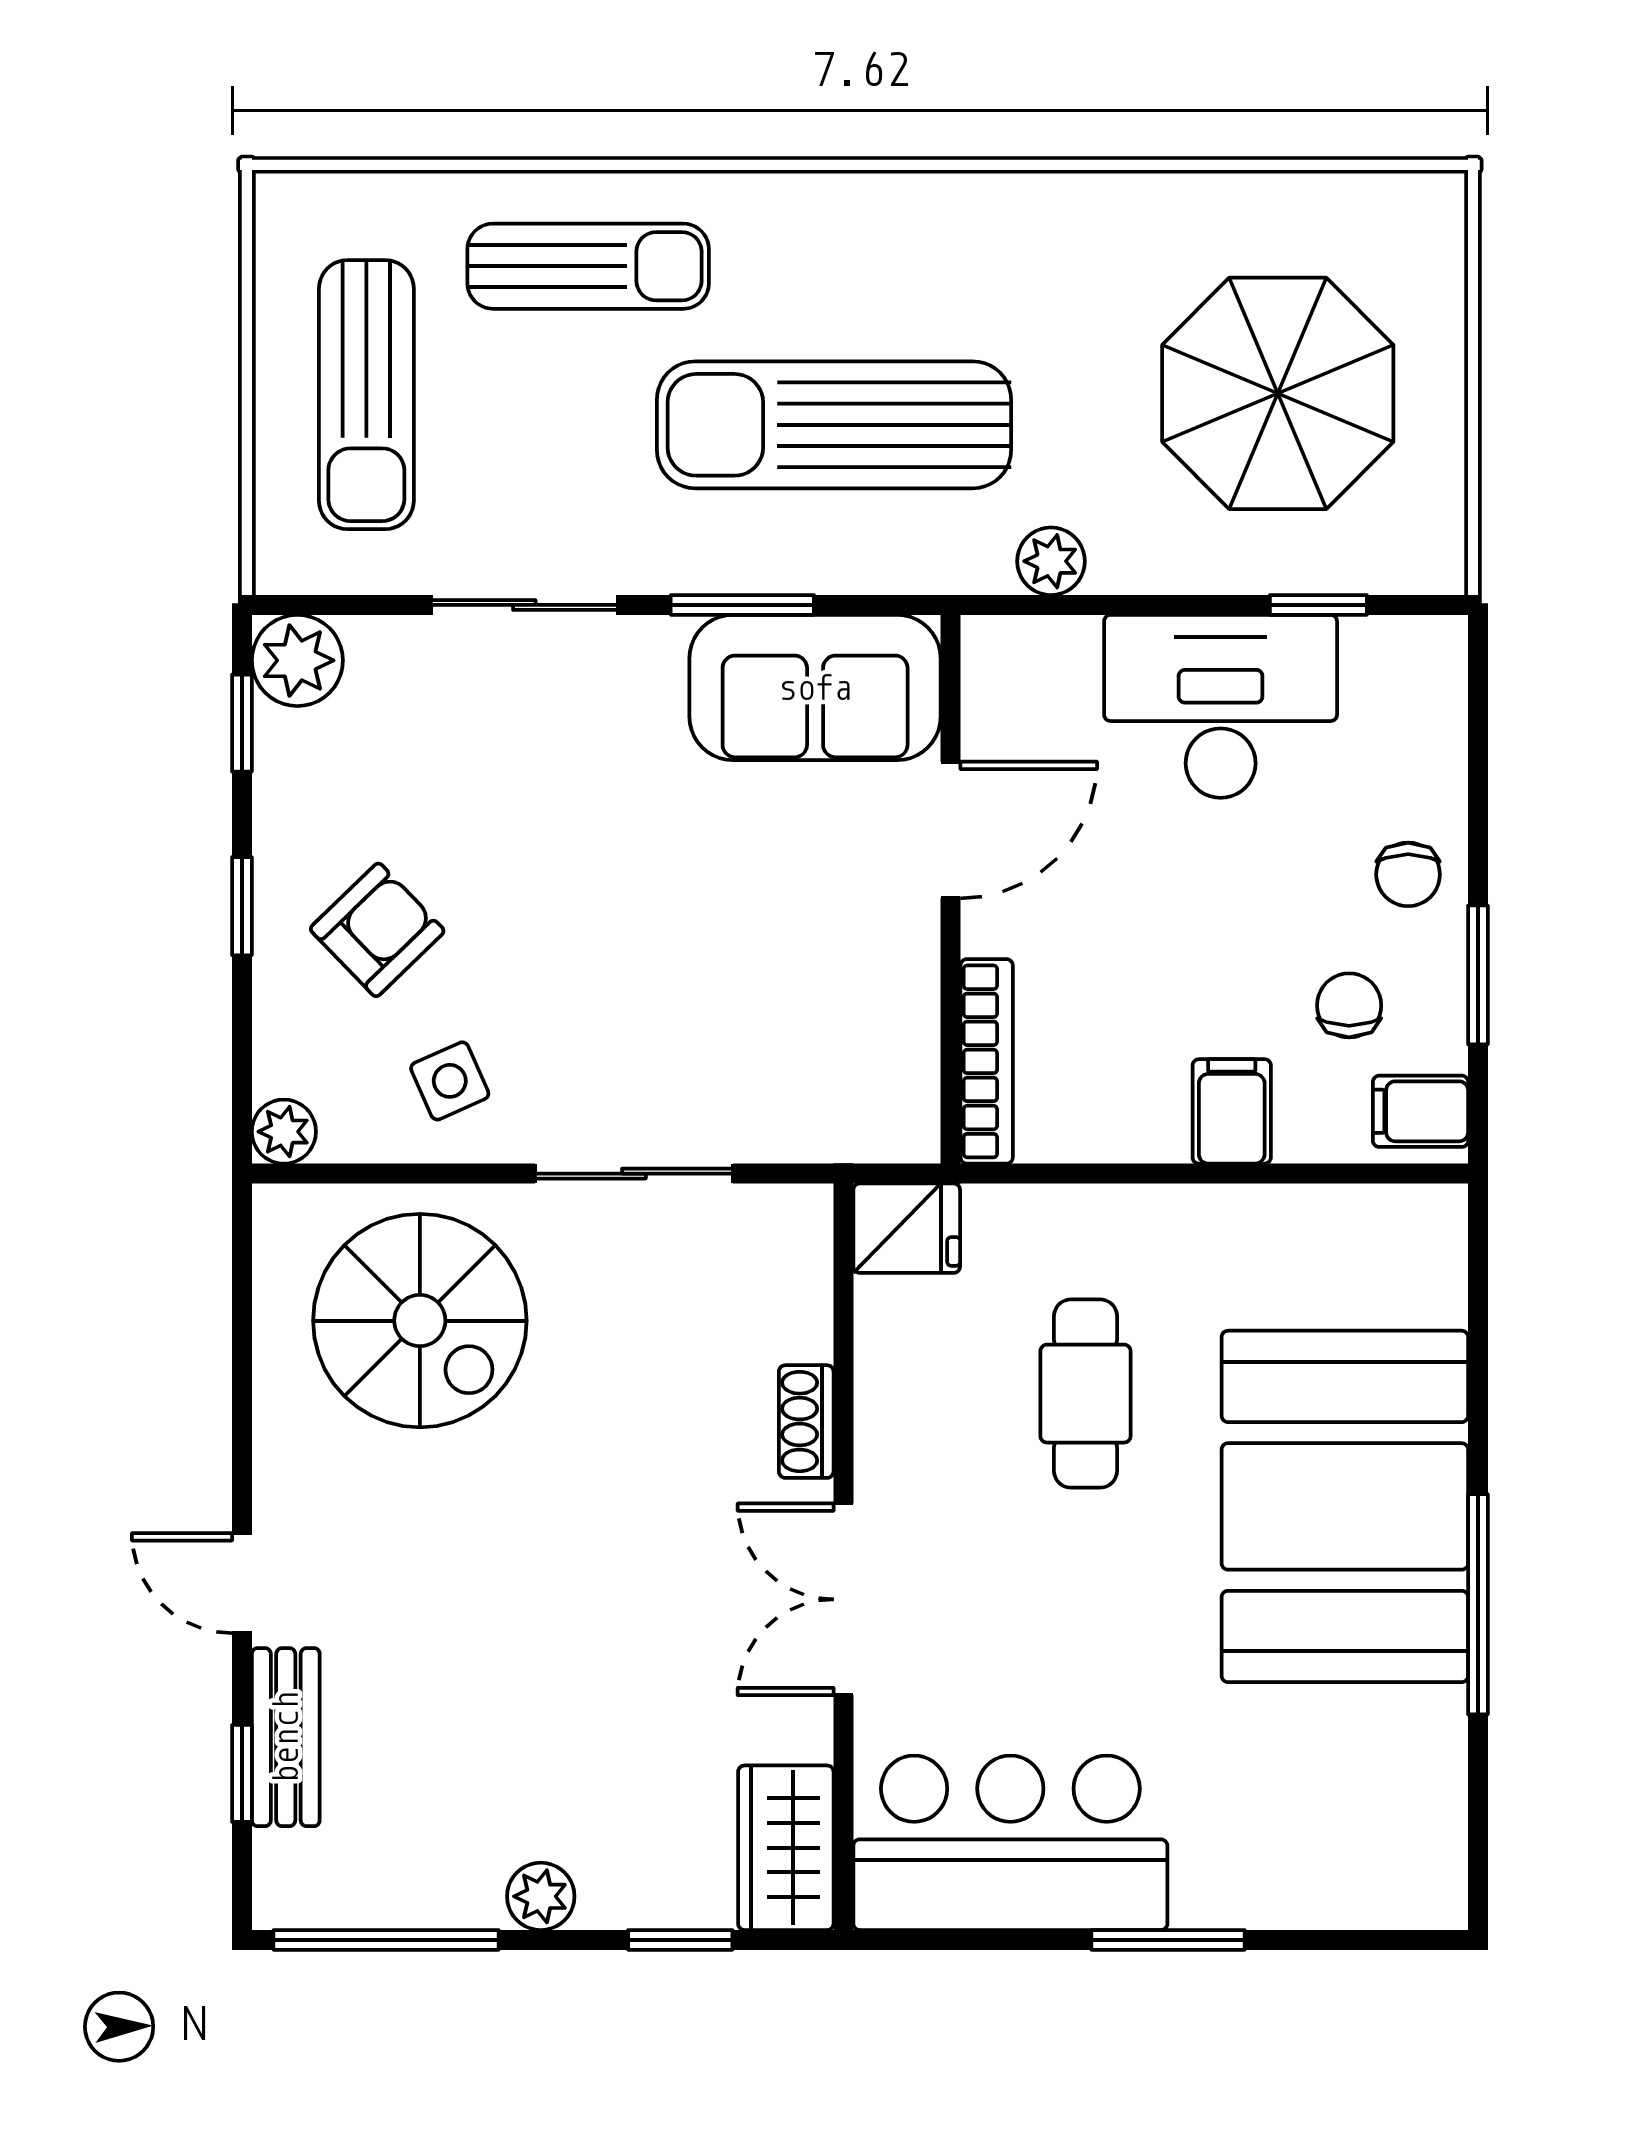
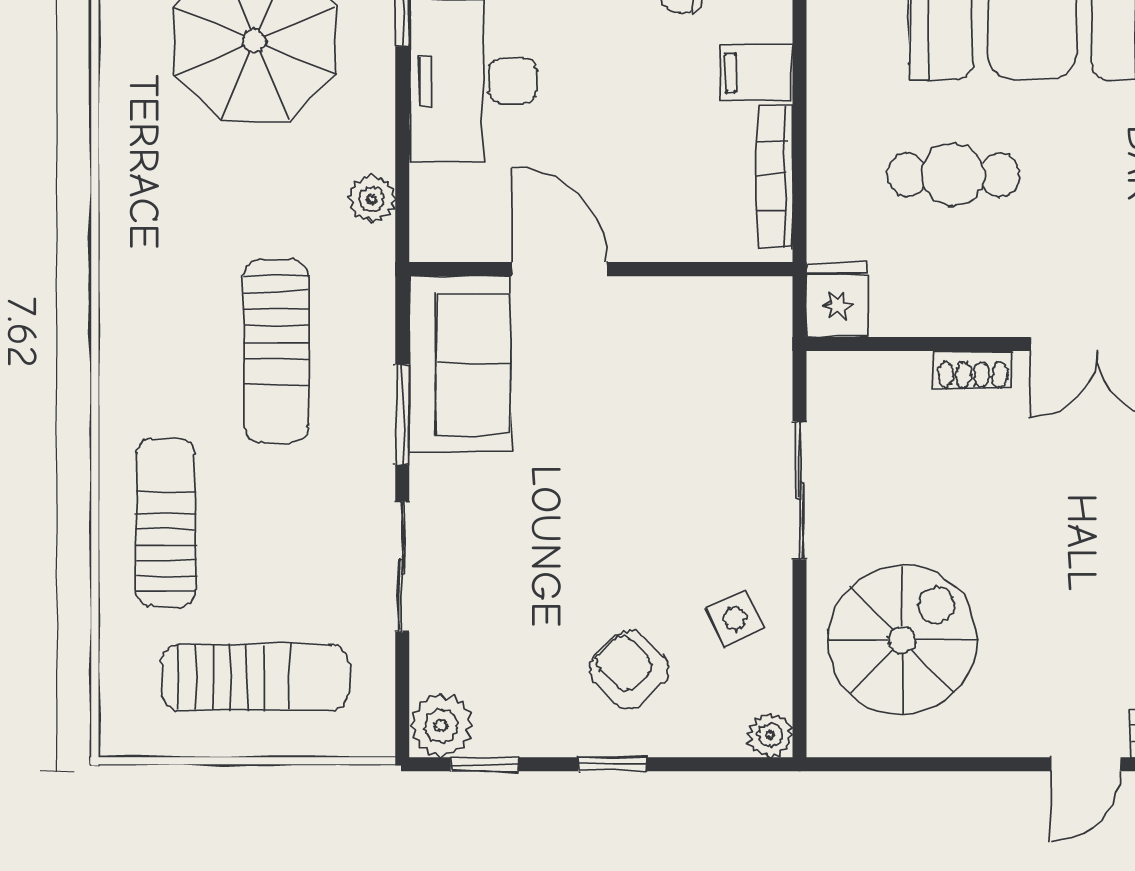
sun lounger: (834, 425) -> (276, 351), width x0.73, depth x0.75
bookcase: (987, 1061) -> (774, 176), moved, turned -90

